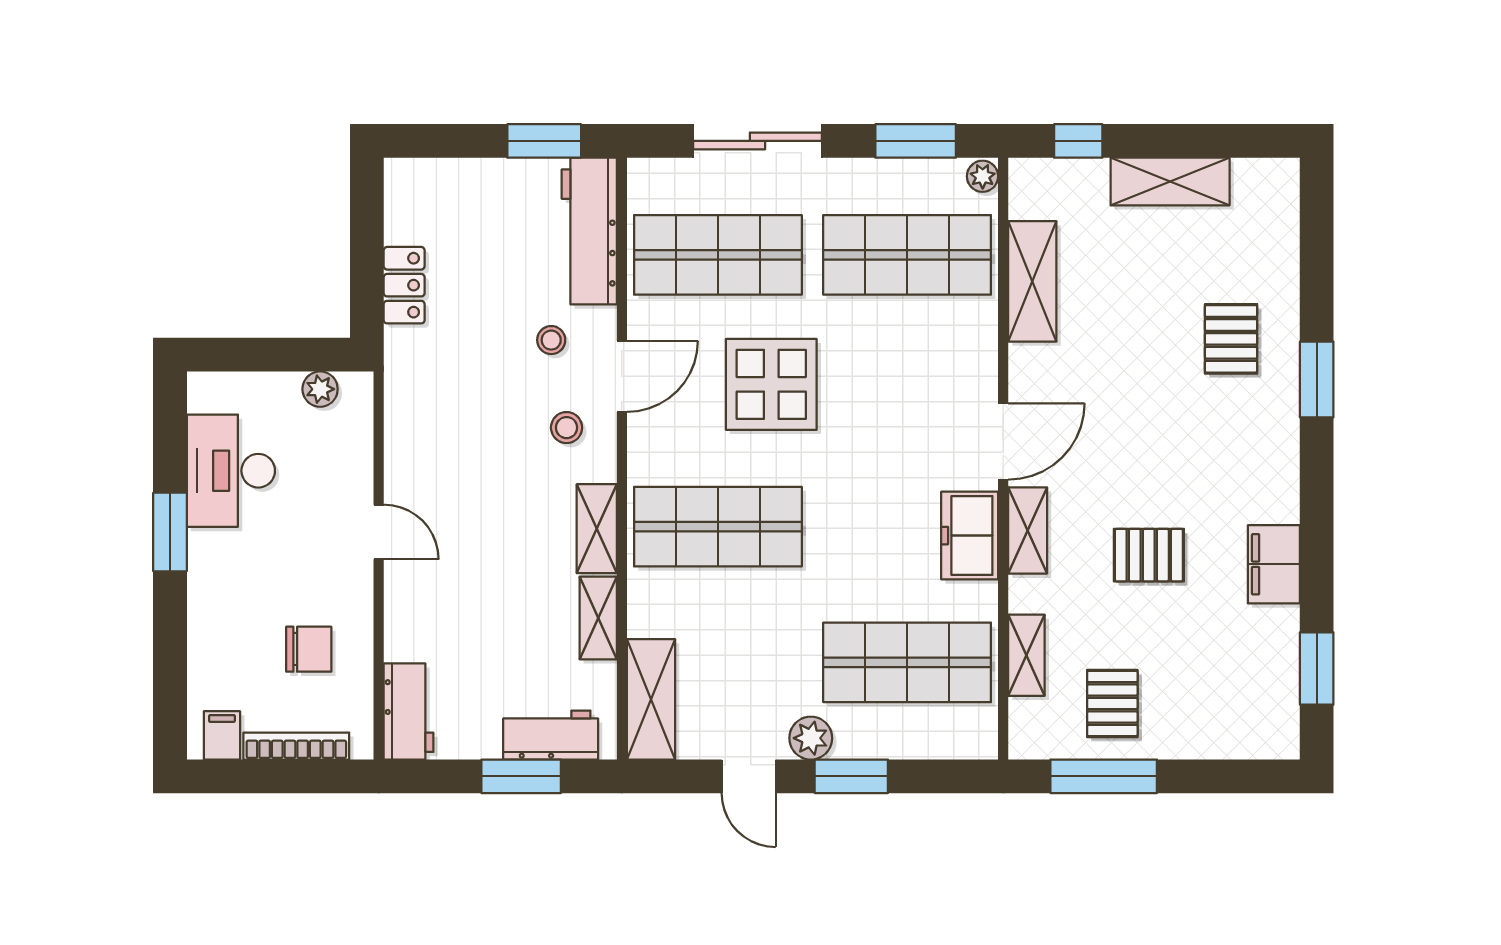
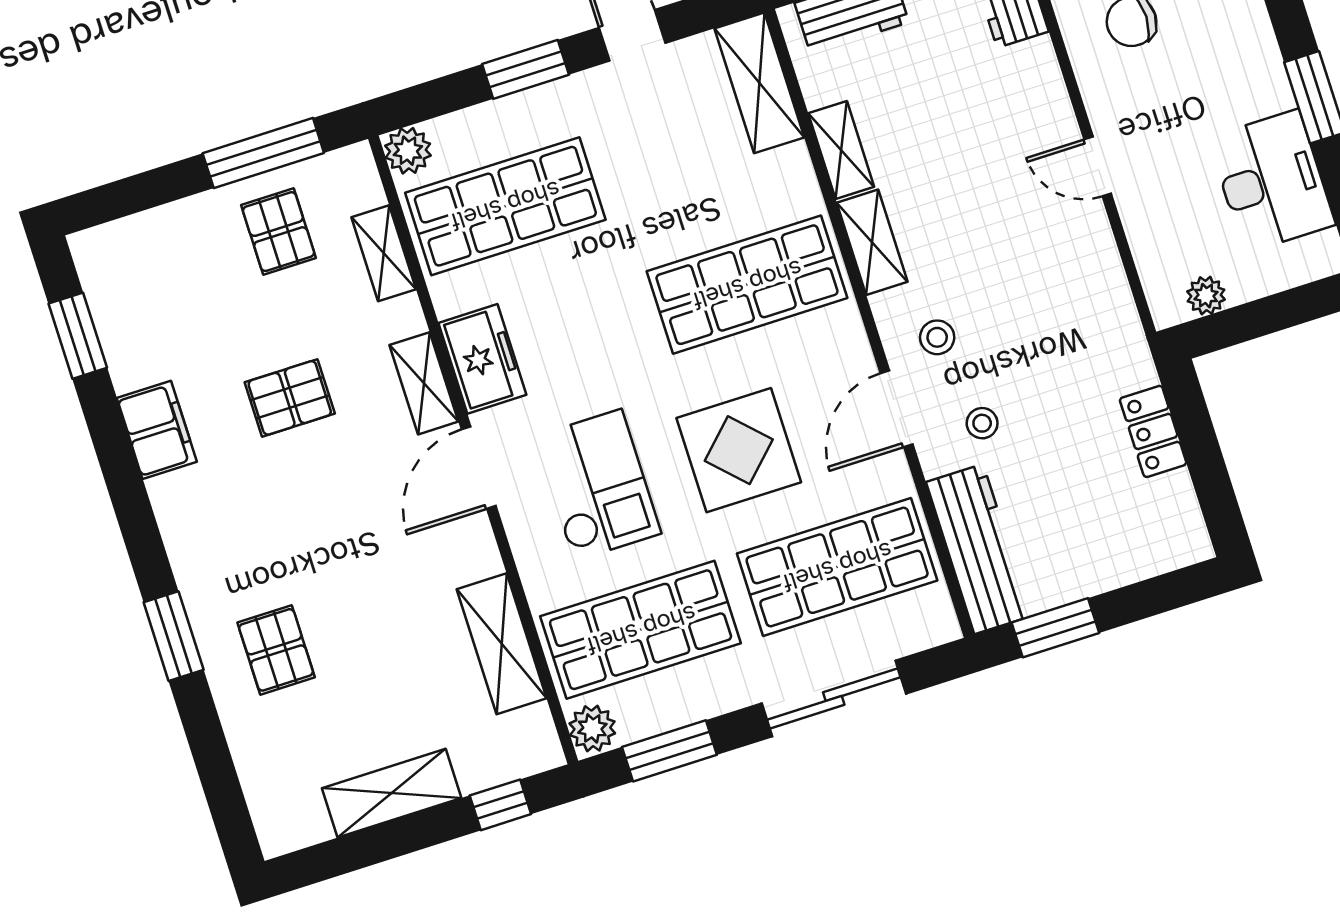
plant: (983, 176) -> (592, 728), width x1.38, depth x1.38
checkout: (904, 393) -> (598, 485), added
plant: (811, 738) -> (408, 151), moved

